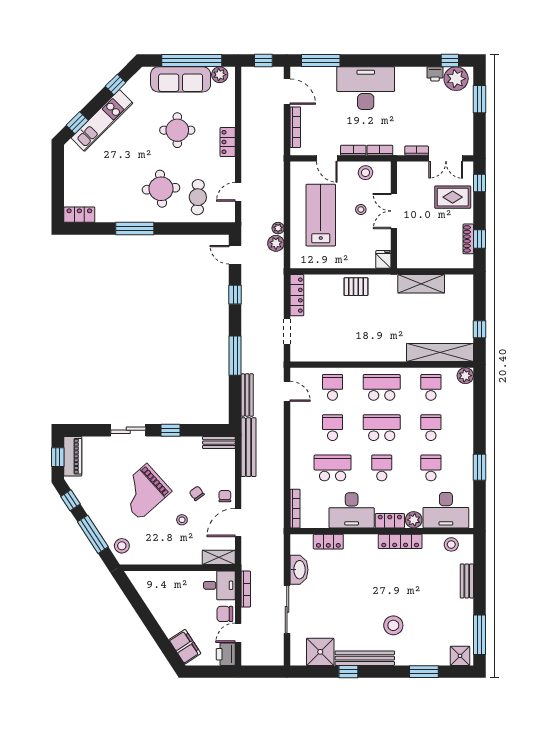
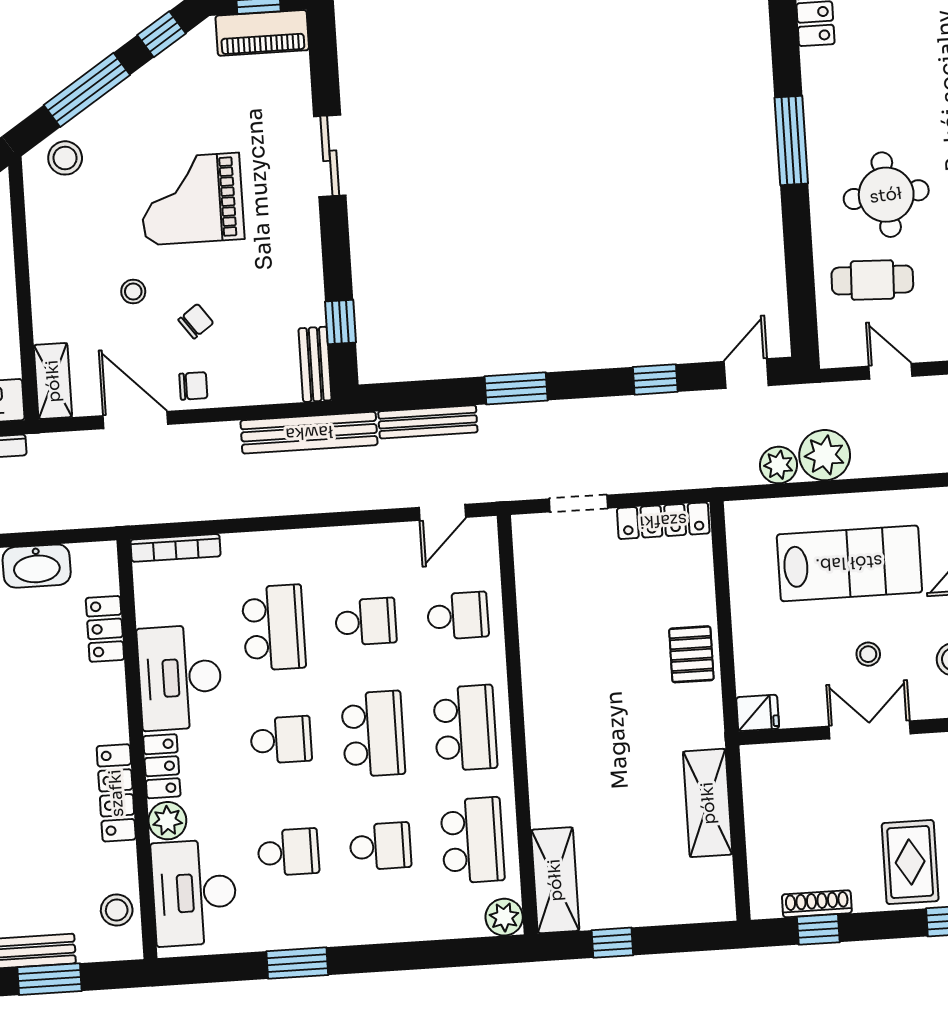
plant: (278, 228) -> (825, 455), width x1.87, depth x1.87
shelving: (440, 352) -> (555, 880), width x0.68
window: (235, 356) -> (516, 388), width x0.69
school desk: (431, 387) -> (472, 840), width x1.85
window: (170, 430) -> (341, 322), moved
grand piano: (143, 492) -> (192, 199), turned -48
window: (479, 576) -> (49, 979), added

